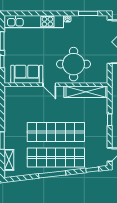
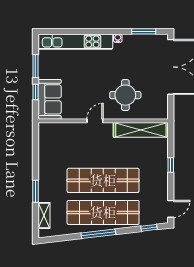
round table: (74, 64) -> (125, 95), width x0.73, depth x0.73
sofa: (27, 74) -> (50, 99), moved, turned 90
door: (49, 85) -> (95, 121), swing flipped

